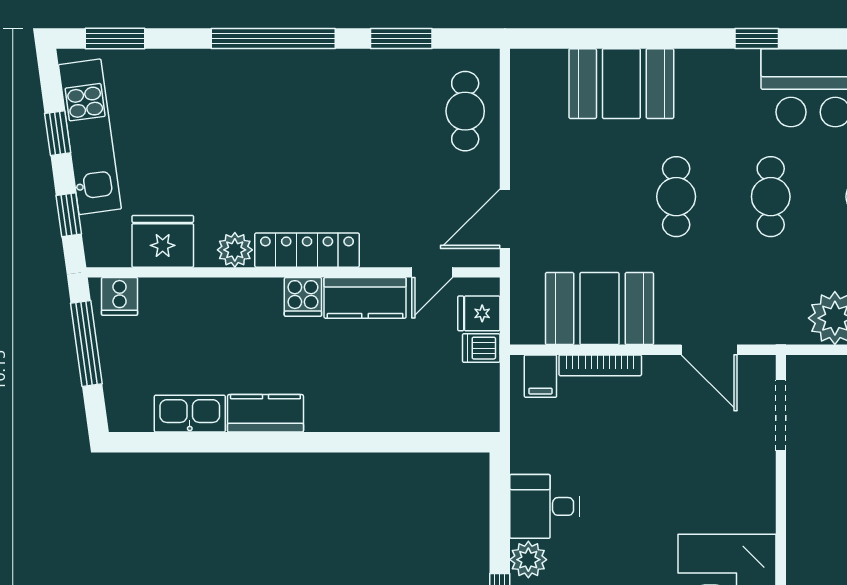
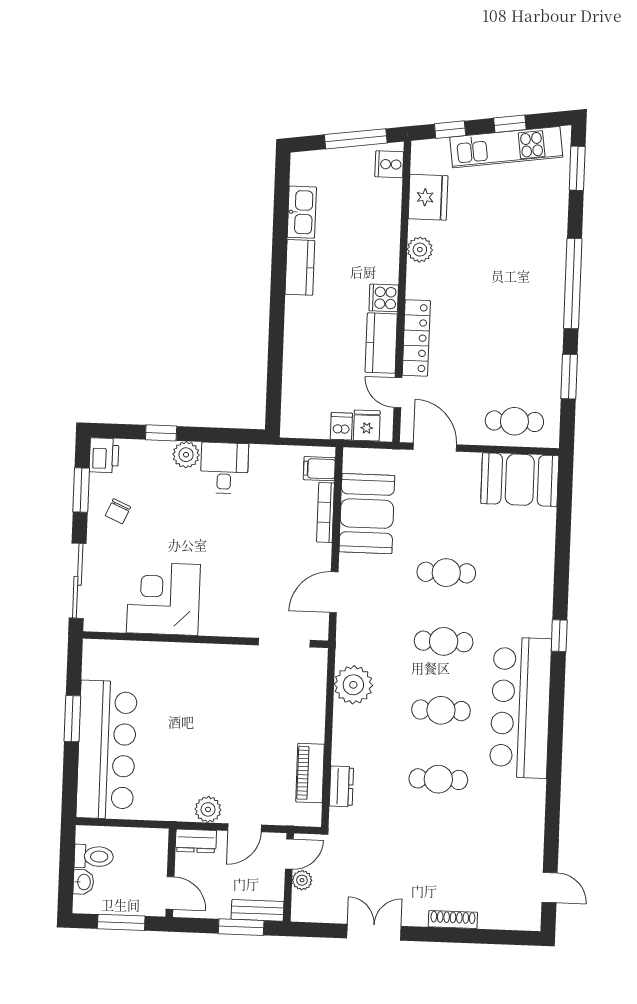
booth: (621, 84) -> (520, 480), moved, turned 90
locker: (307, 250) -> (416, 338), moved

